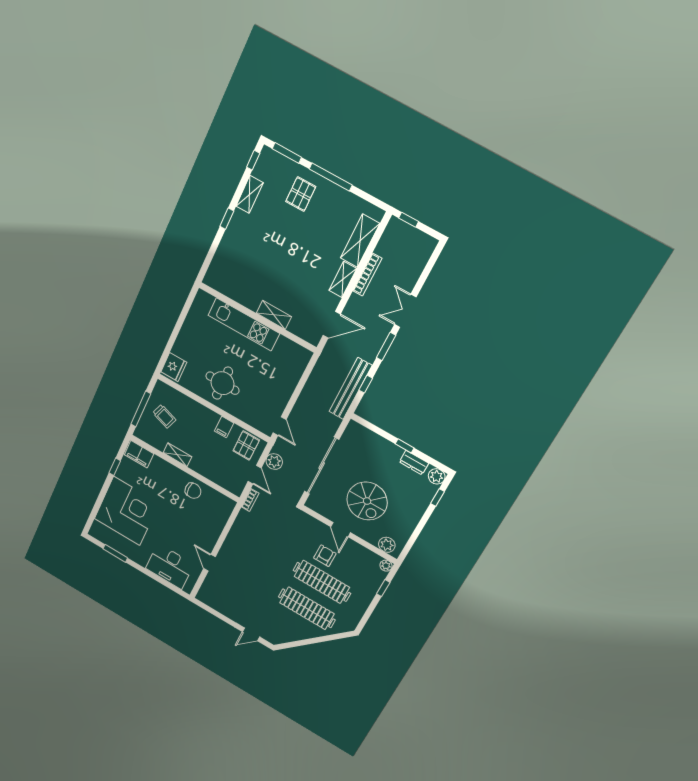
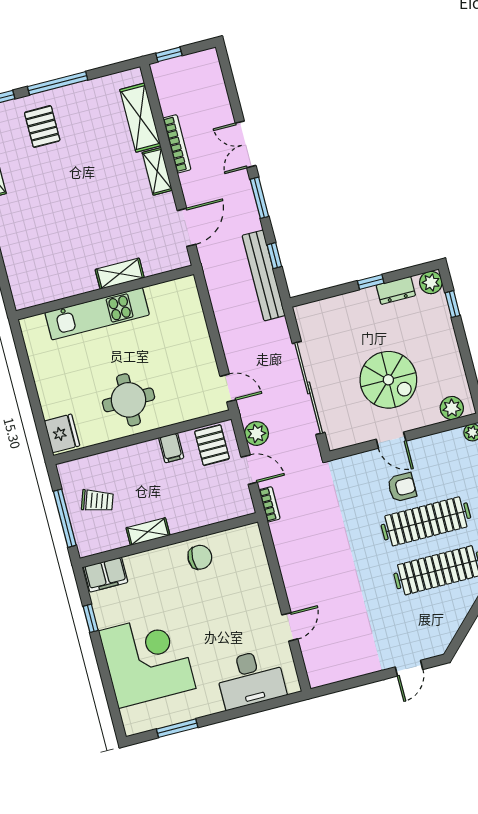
armchair: (325, 556) -> (402, 487), turned 90
door: (209, 563) -> (290, 627), swing flipped

